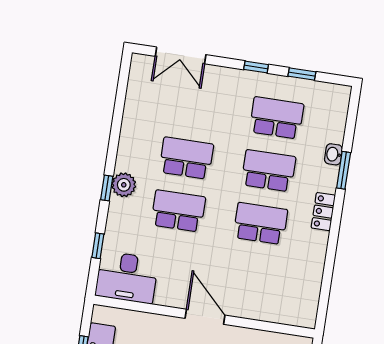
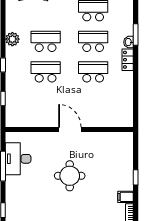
washbasin: (333, 154) -> (128, 42), moved
plant: (124, 185) -> (12, 39), moved
desk: (127, 277) -> (22, 114), removed

